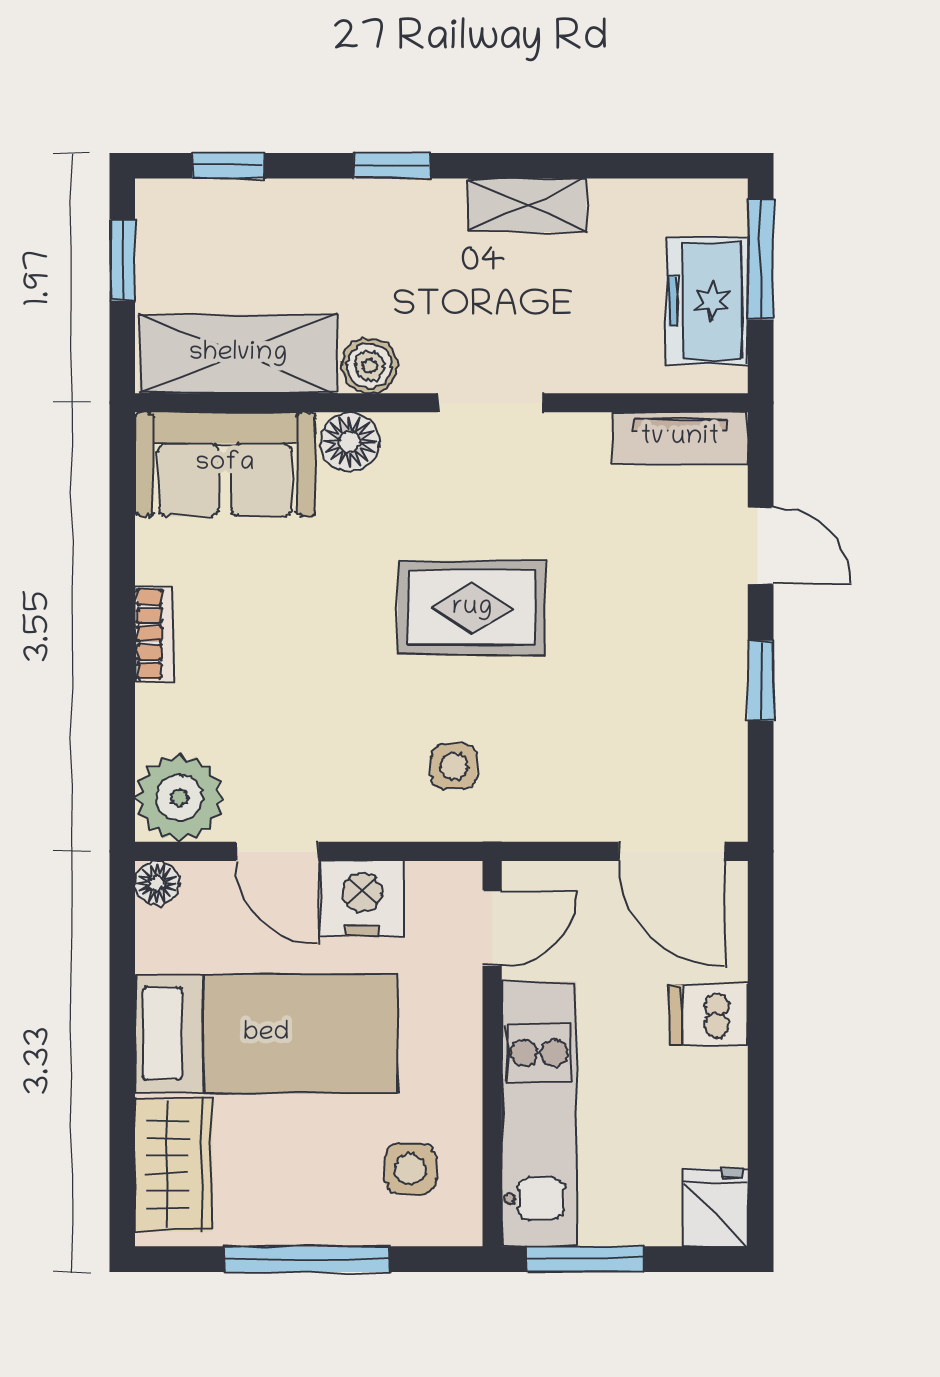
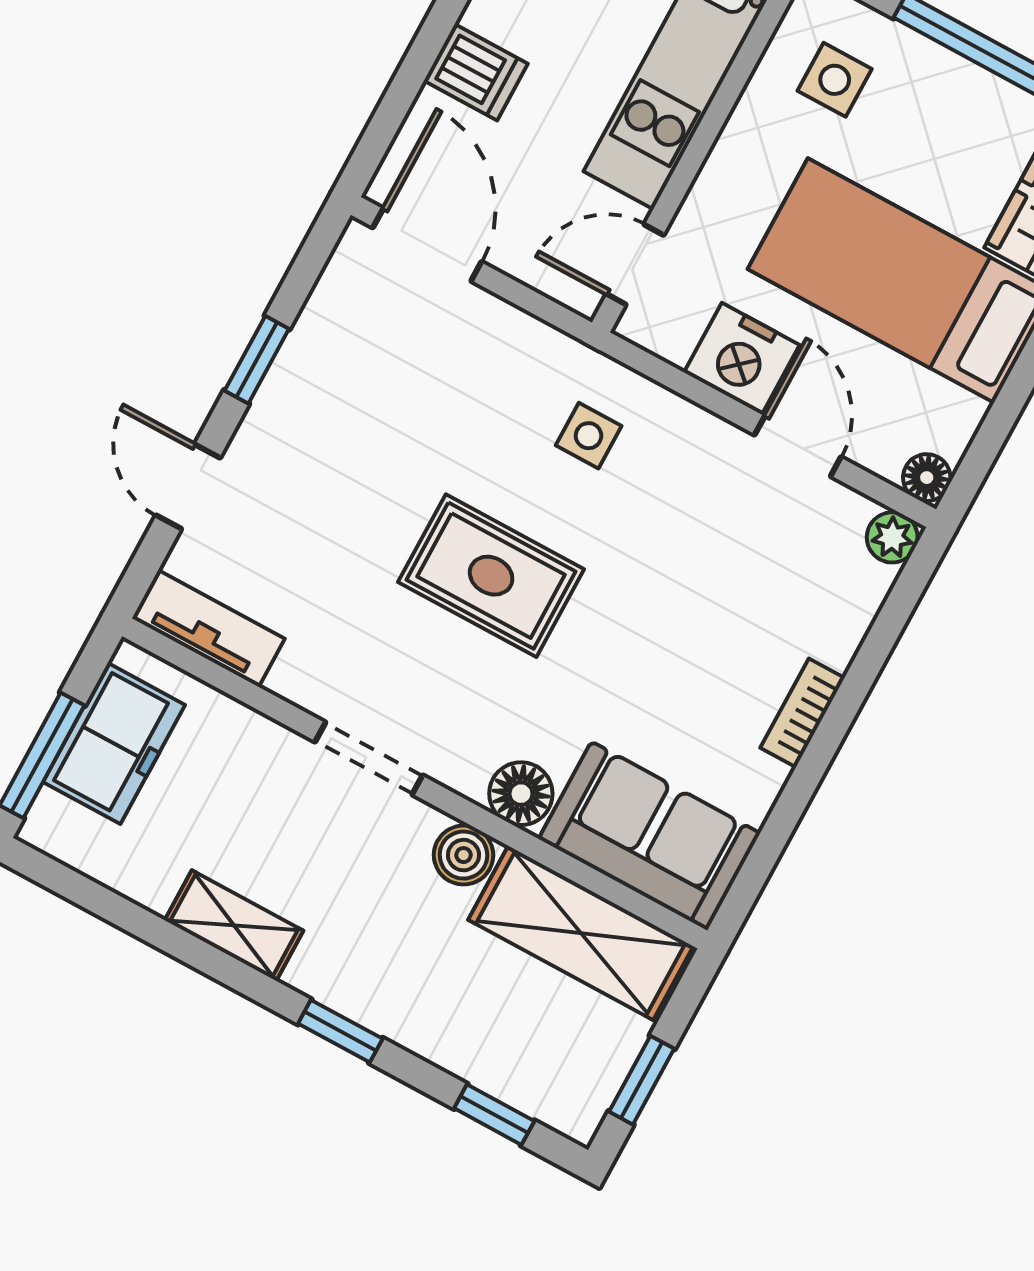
plant: (179, 798) -> (892, 537), width x0.53, depth x0.53

